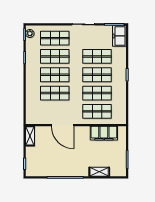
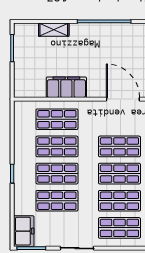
door: (63, 125) -> (123, 99), moved
filing cabinet: (104, 133) -> (66, 87), moved

